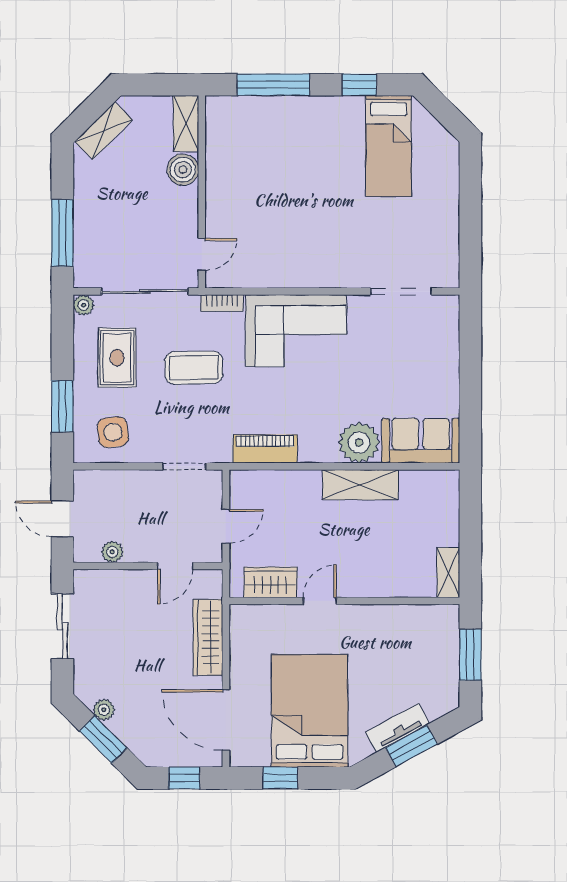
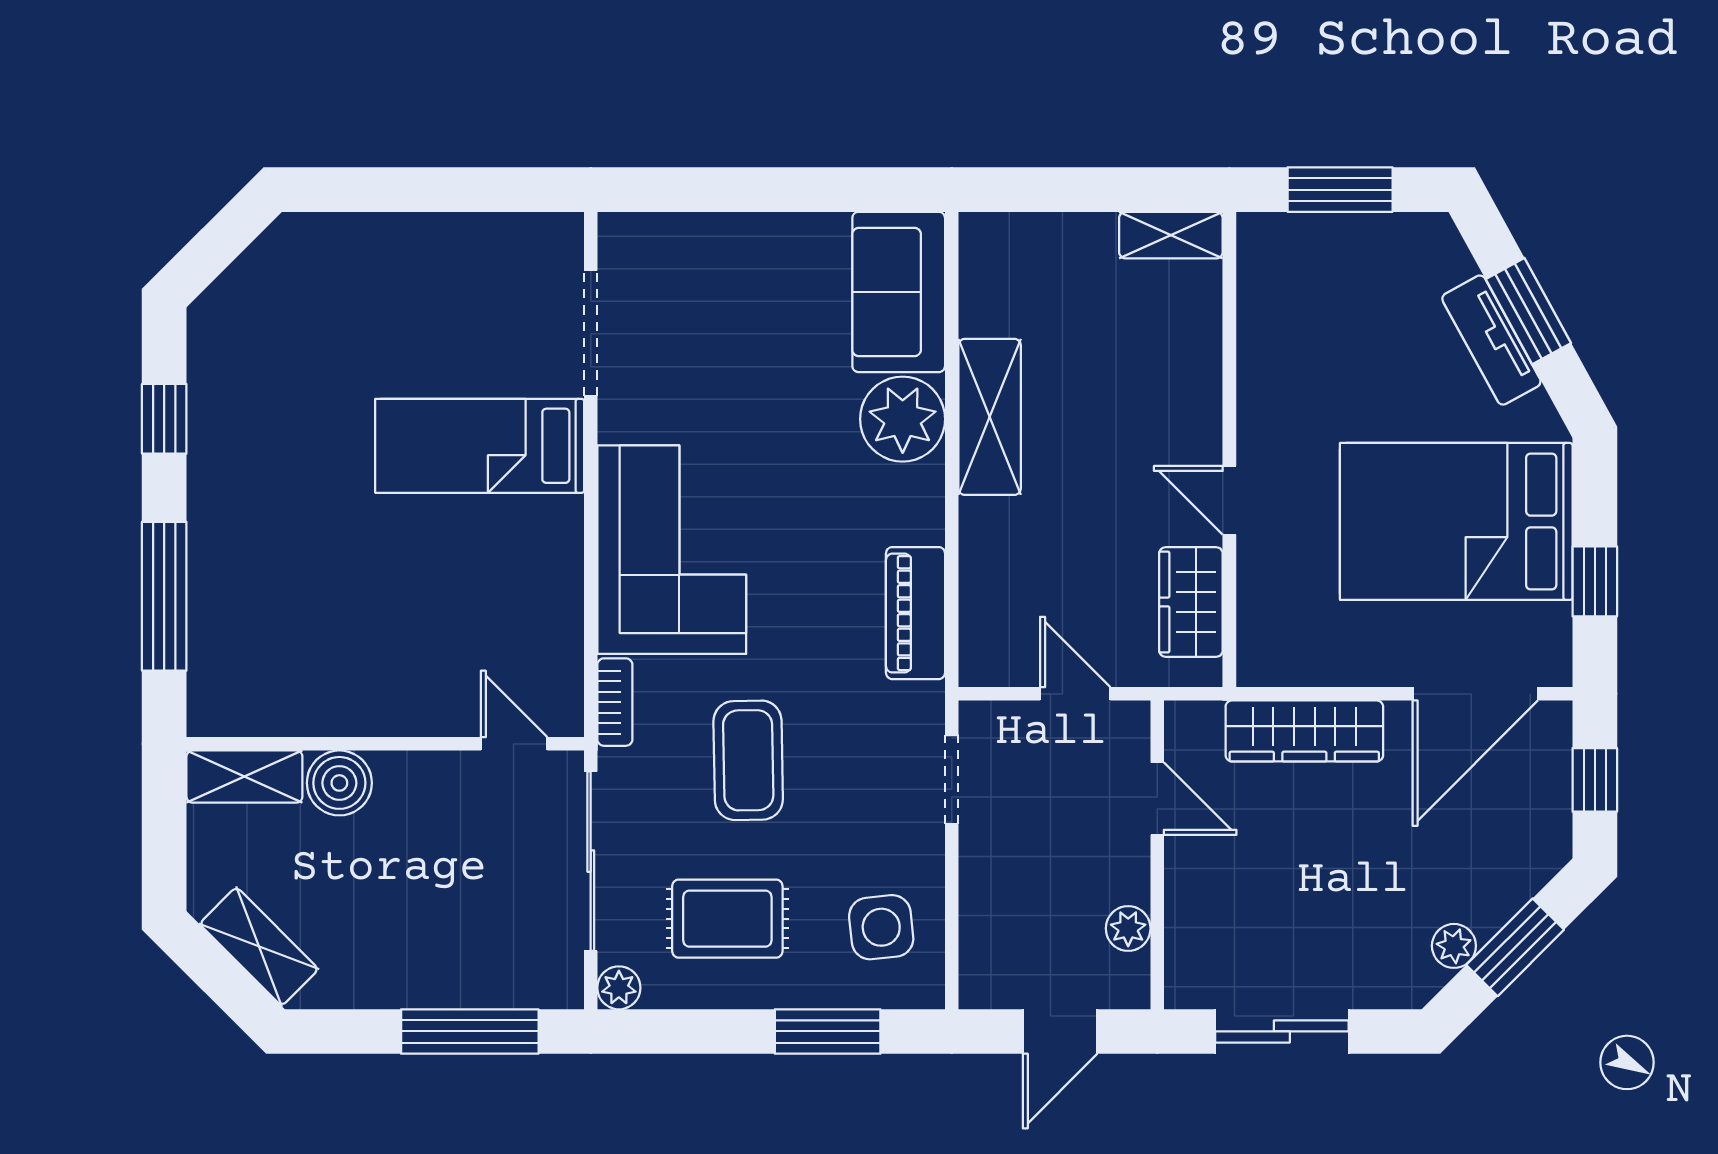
bed: (389, 146) -> (480, 446), moved, turned 180

